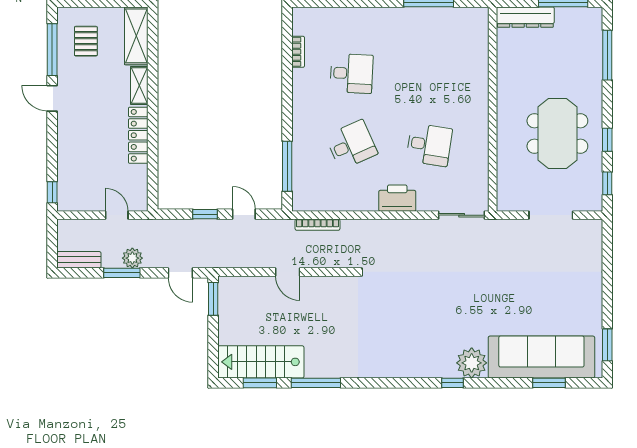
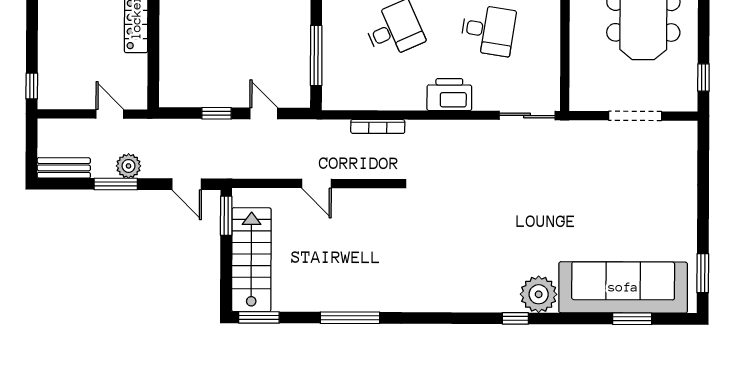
window: (607, 140) -> (704, 25), removed
bookcase: (317, 225) -> (378, 126), moved
stairs: (261, 362) -> (251, 260), moved, turned 90
window: (260, 383) -> (259, 317), moved

